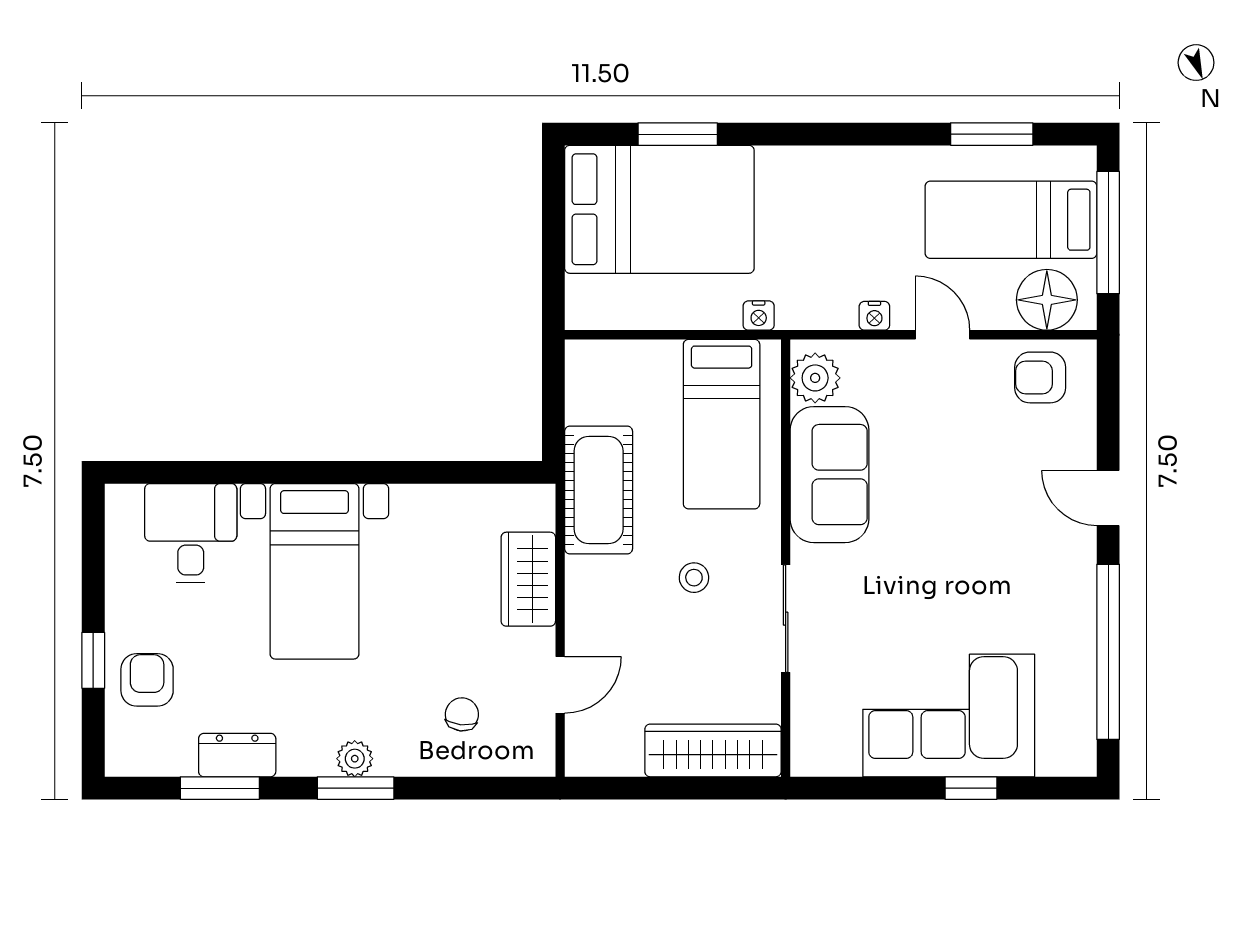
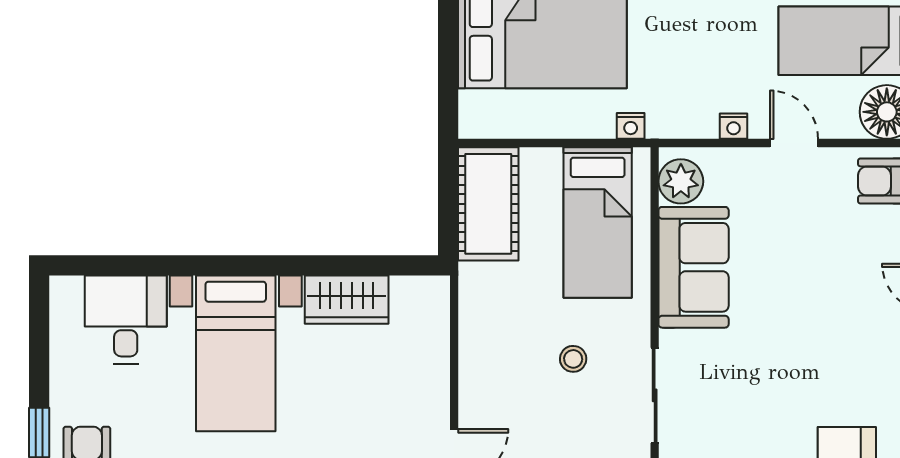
cot: (599, 490) -> (488, 204), moved
wardrobe: (528, 579) -> (347, 300), moved, turned -90

